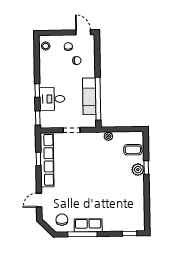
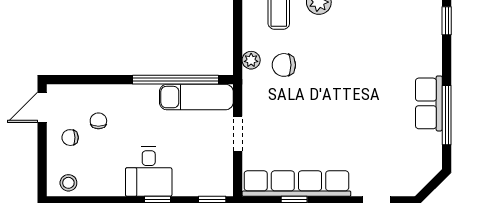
exam couch: (89, 96) -> (196, 97), moved
desk: (52, 99) -> (149, 172), moved
chair: (62, 220) -> (284, 65), moved

